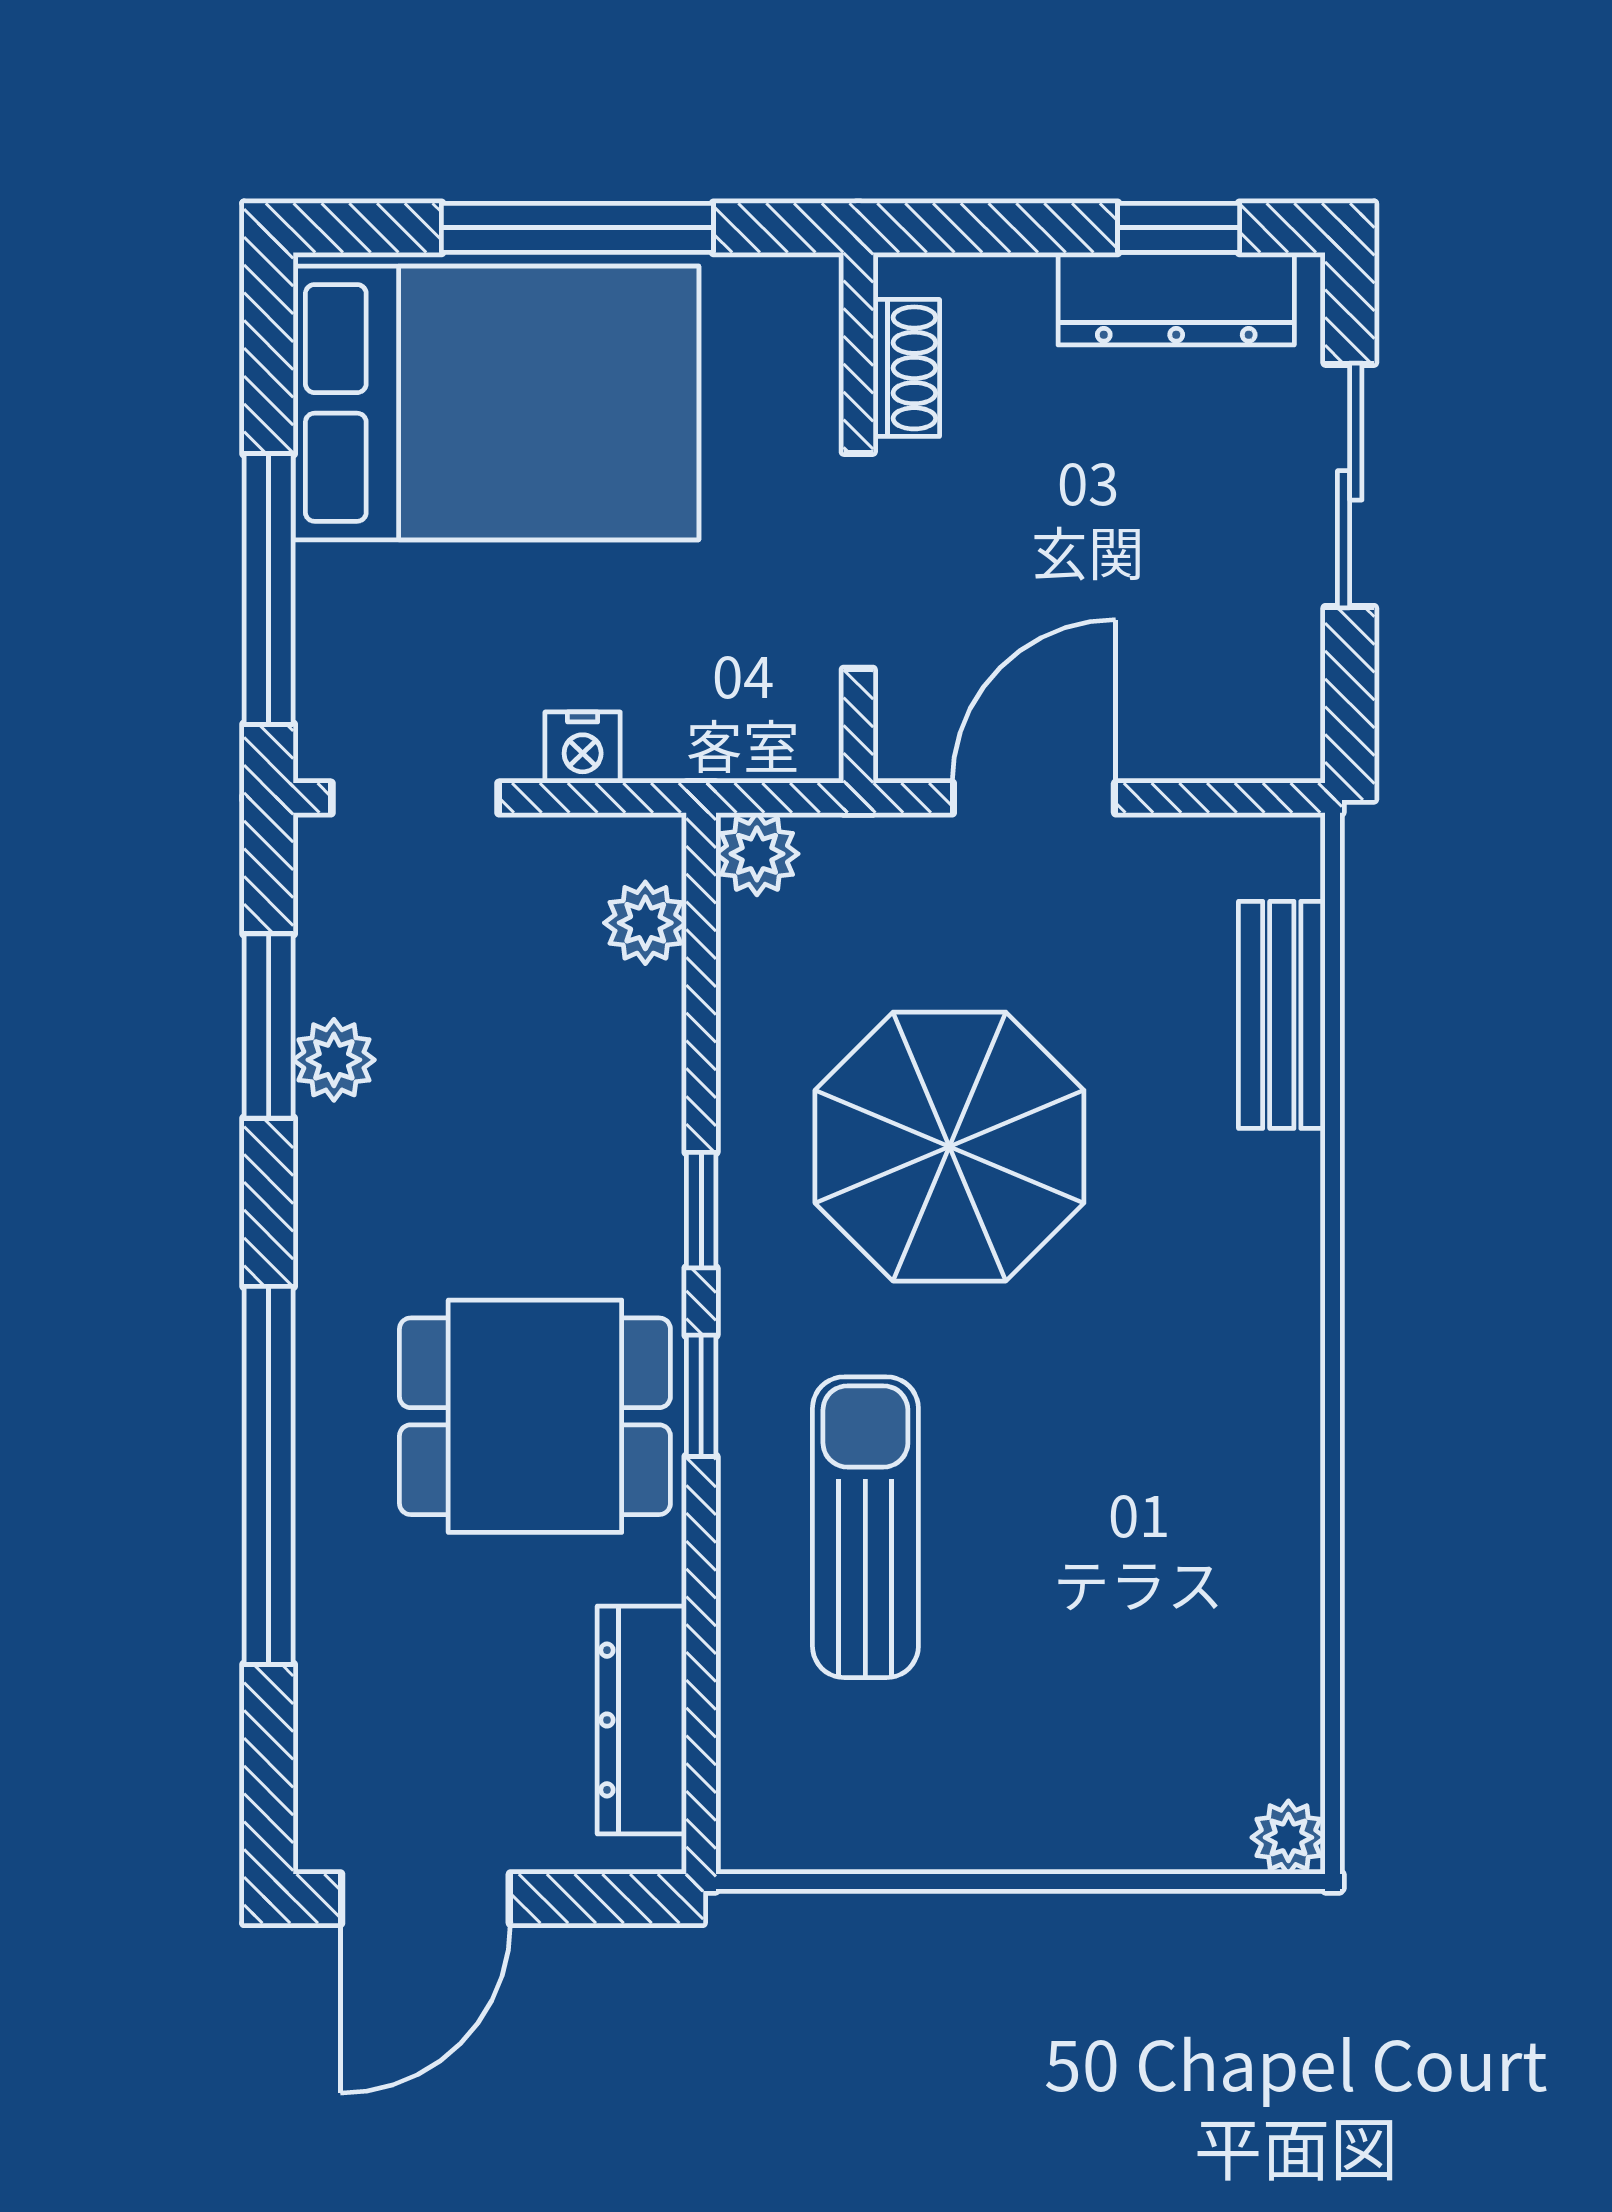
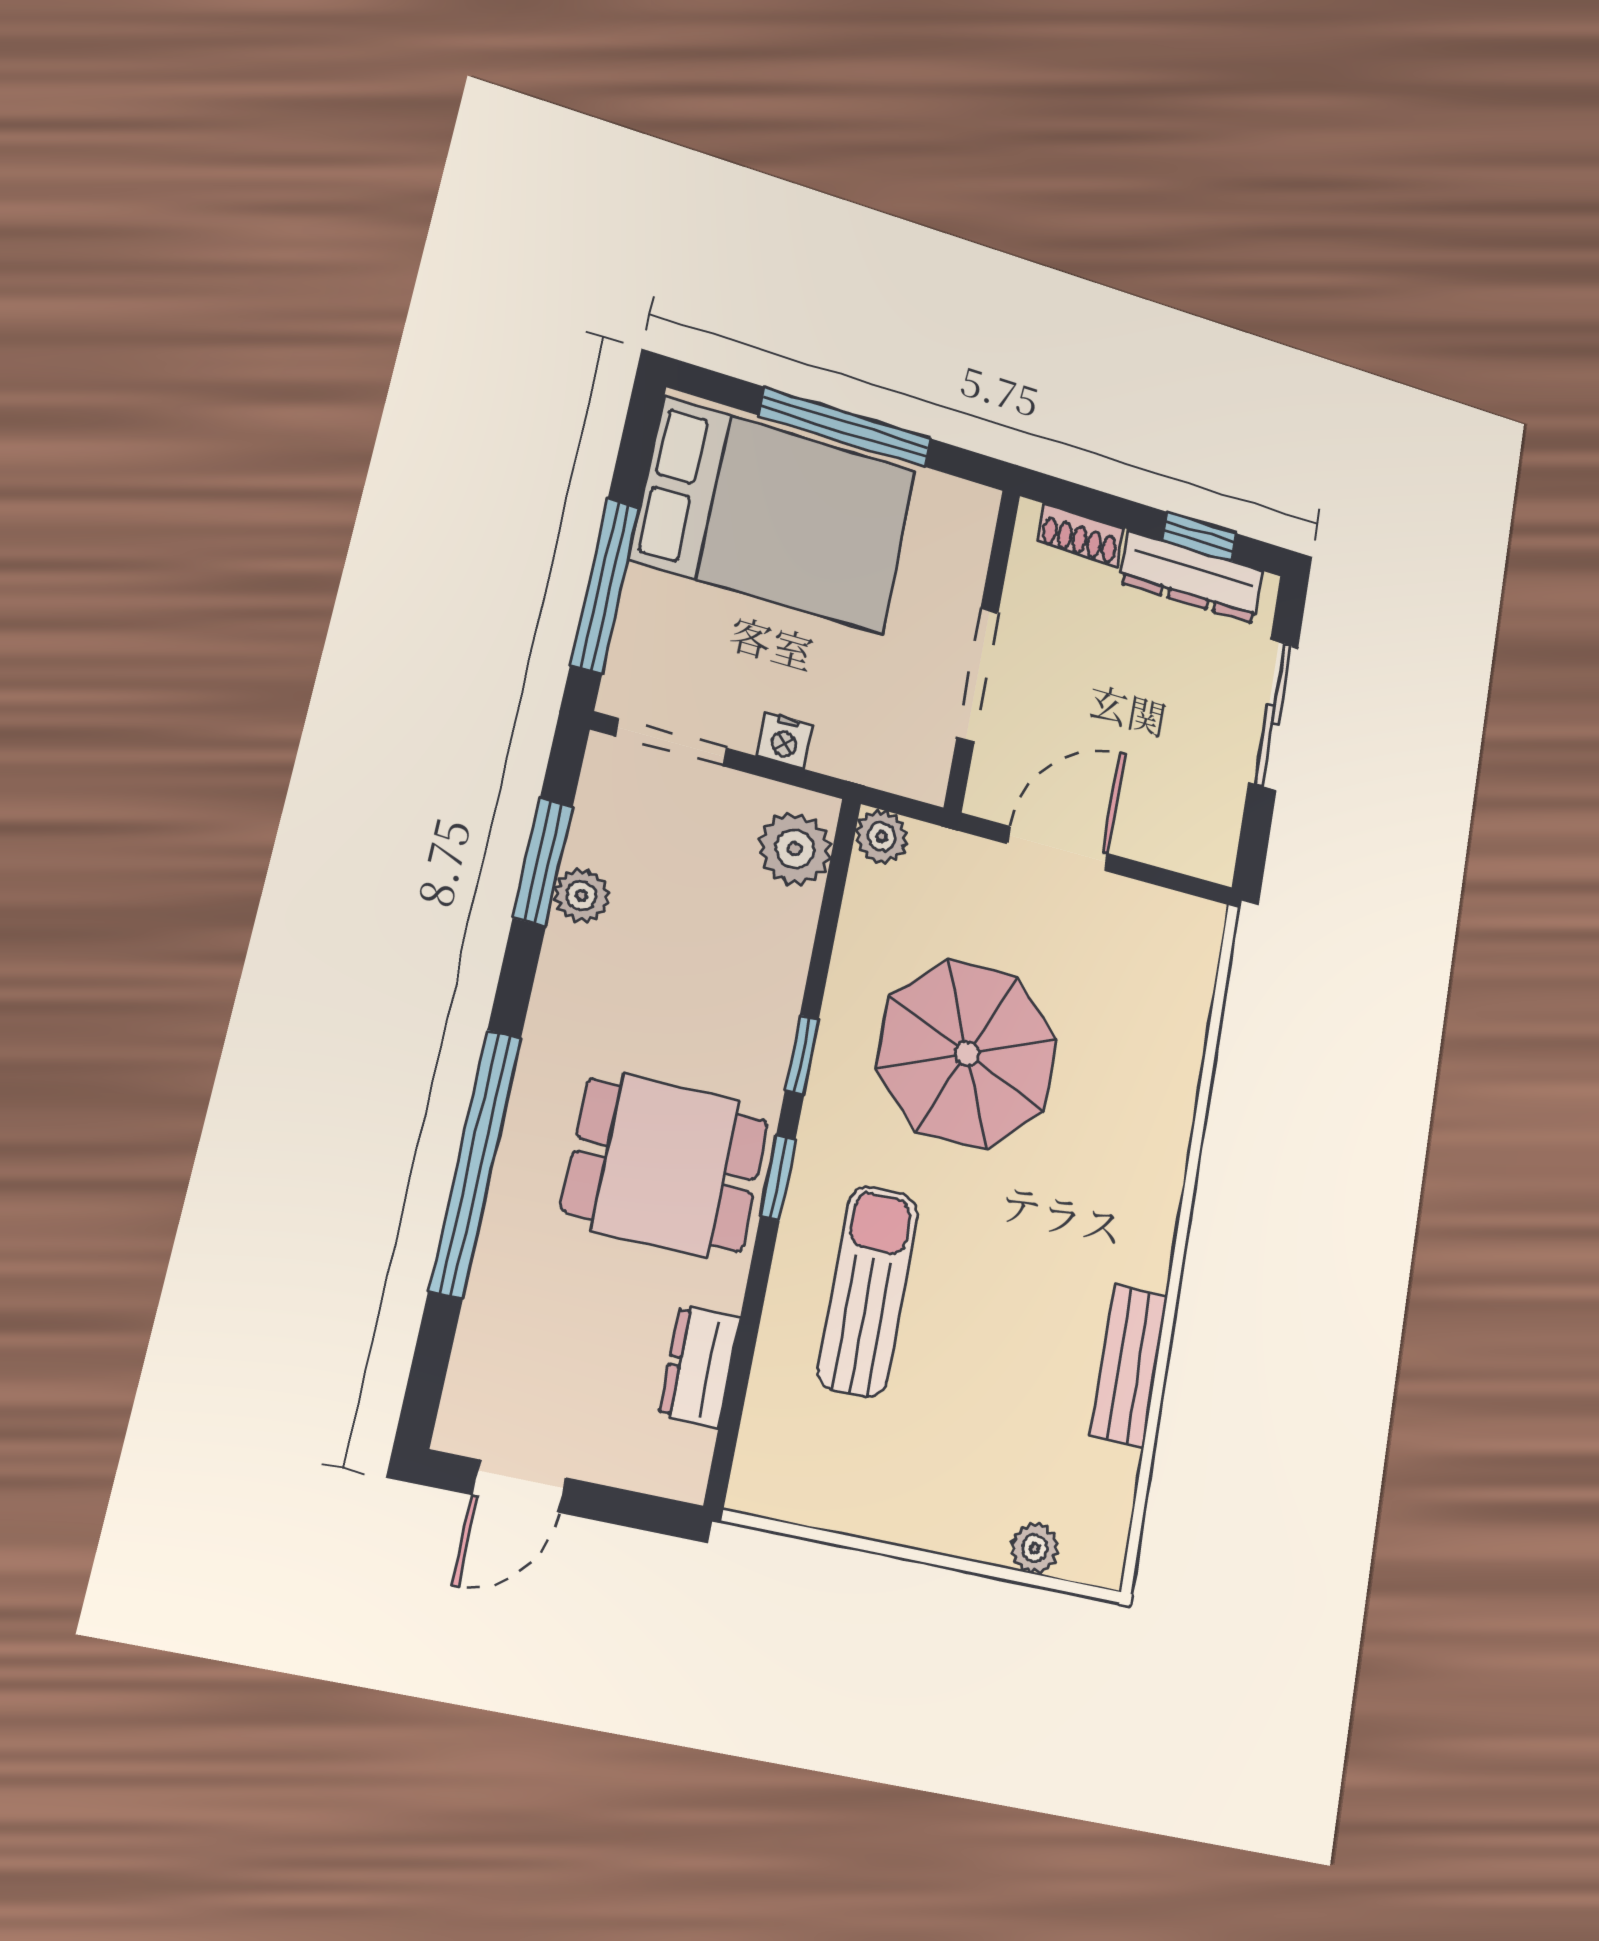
shoe rack: (906, 368) -> (1080, 535), moved, turned 90
plant: (645, 923) -> (795, 849), width x1.38, depth x1.38
bench: (1282, 1015) -> (1129, 1366), moved
dresser: (642, 1720) -> (699, 1366), width x0.70
plant: (1288, 1837) -> (1035, 1548), moved
door: (425, 1899) -> (519, 1486), width x0.73

